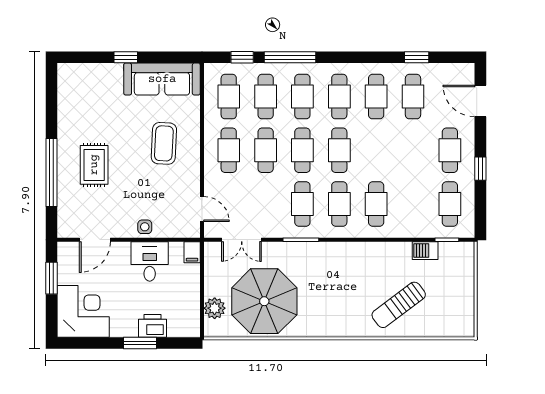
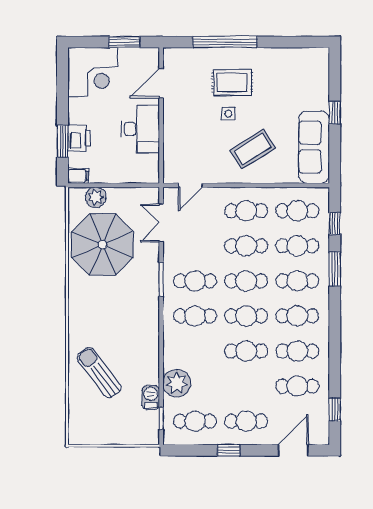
window: (290, 57) -> (335, 269), width x0.69
window: (417, 57) -> (335, 409), moved
coffee table: (164, 143) -> (253, 149), turned -35
cafe table: (376, 204) -> (246, 351), moved
plant: (410, 223) -> (177, 383), added
side table: (145, 227) -> (228, 114), moved
door: (95, 240) -> (161, 83), hinge flipped
filing cabinet: (192, 252) -> (78, 176), moved, turned 180
desk: (150, 261) -> (140, 129), width x1.37
window: (140, 343) -> (63, 141), moved

